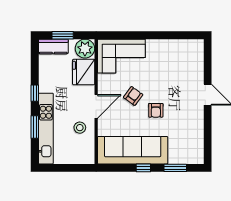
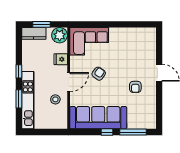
fridge: (84, 72) -> (61, 59), width x0.53, depth x0.75
armchair: (156, 110) -> (135, 87), moved
window: (175, 168) -> (133, 132), width x1.44

